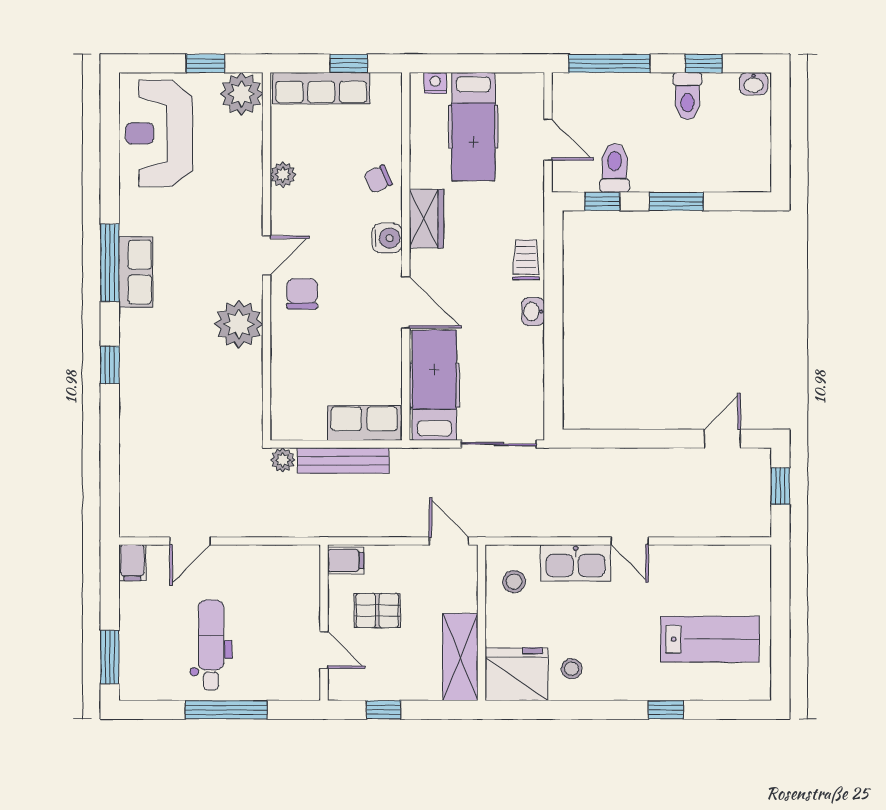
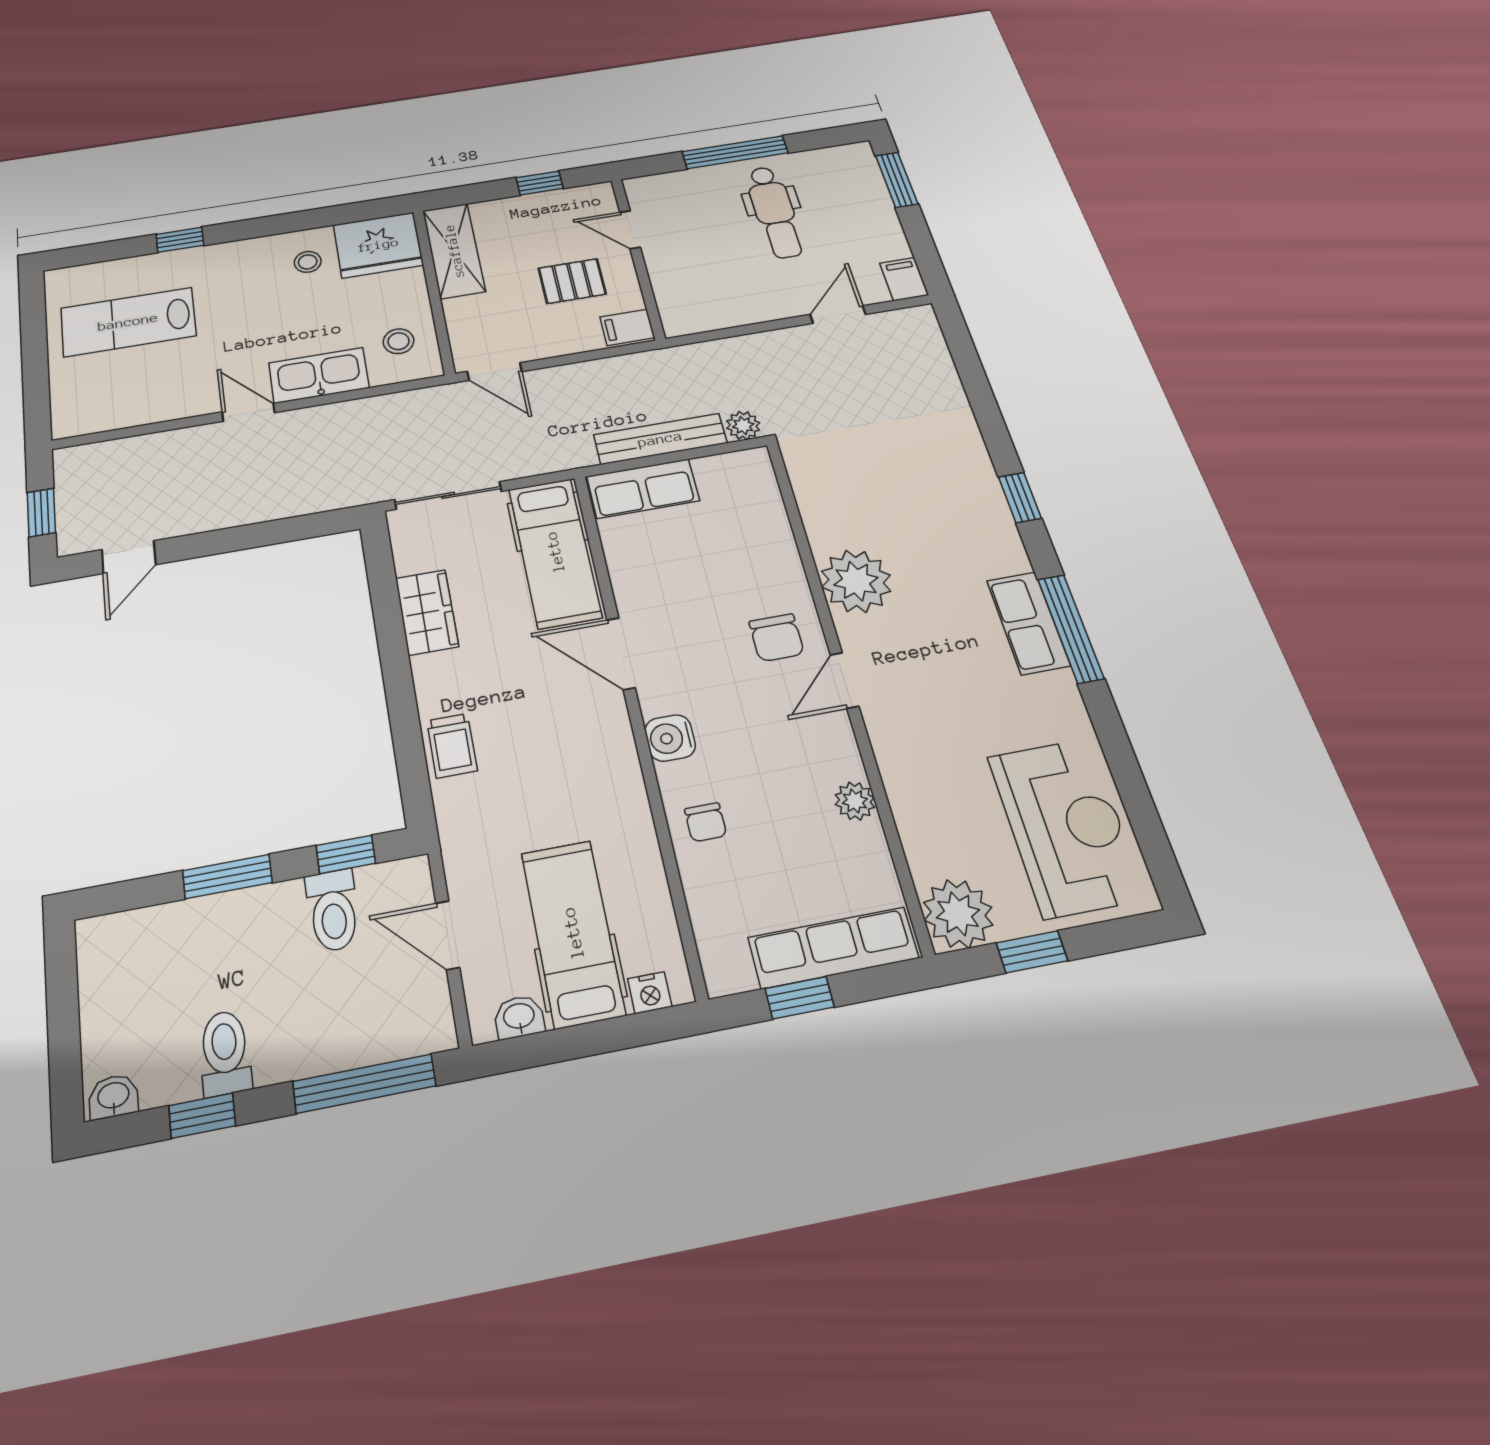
chair: (378, 179) -> (706, 822), turned 115
wardrobe: (426, 219) -> (427, 612), moved, turned 180
washbasin: (533, 312) -> (519, 1017), moved, turned -90

